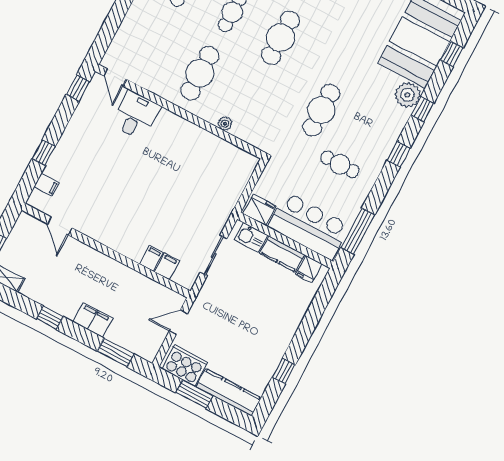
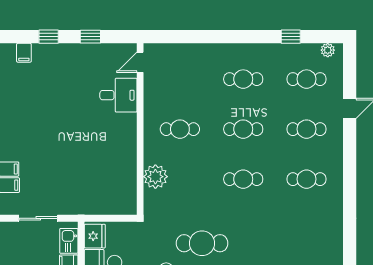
cafe table: (281, 38) -> (243, 179), width x0.73, depth x0.74
cafe table: (200, 73) -> (180, 129), width x0.73, depth x0.74
window: (78, 88) -> (90, 37), moved
plant: (225, 124) -> (155, 177), width x1.88, depth x1.88

